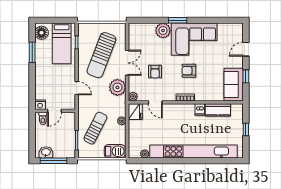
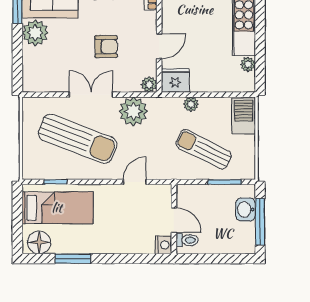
washbasin: (46, 152) -> (246, 209), moved

